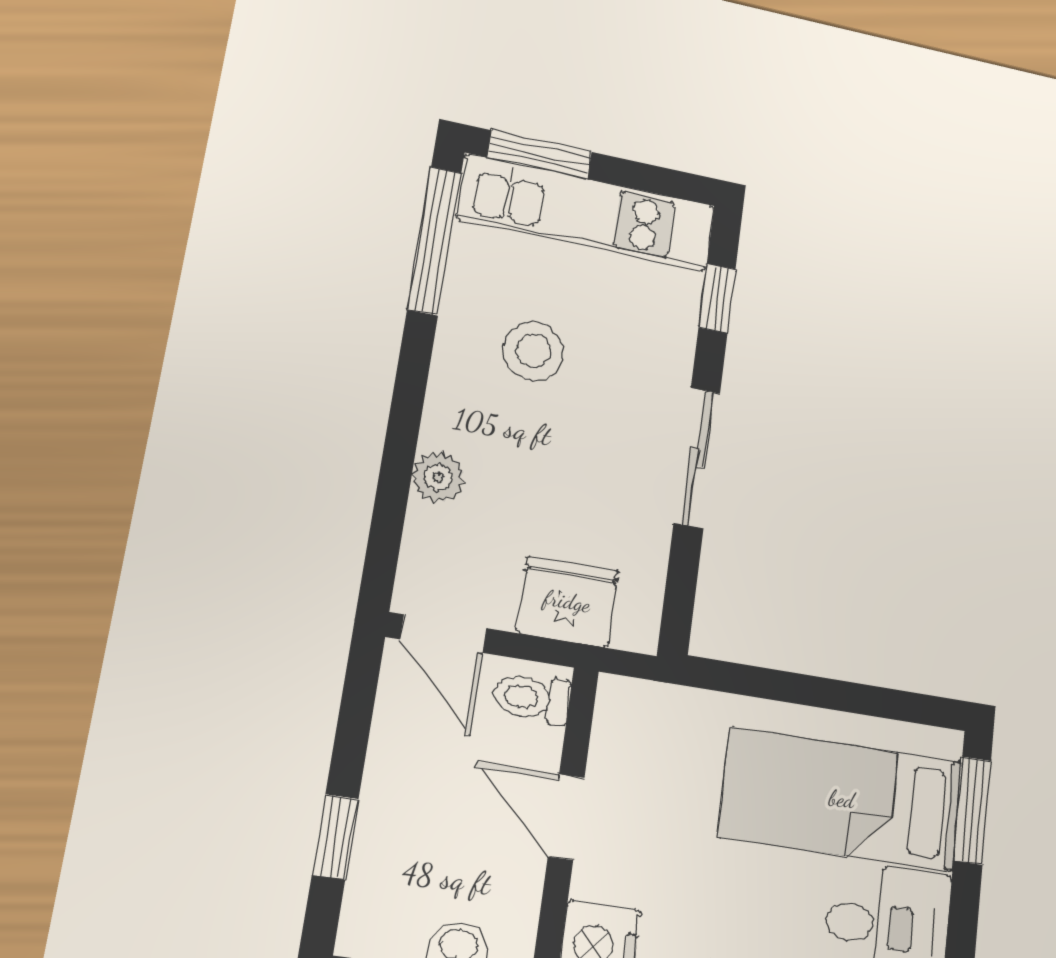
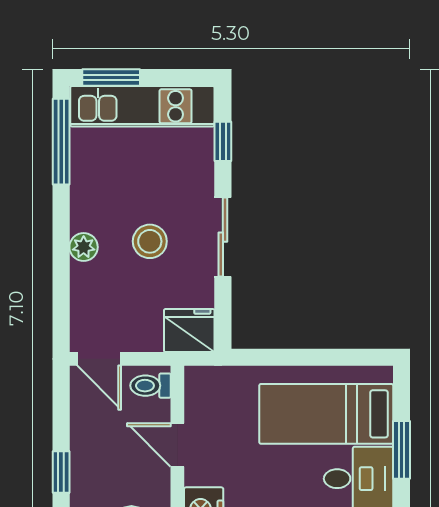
stool: (534, 351) -> (150, 241), moved
plant: (438, 477) -> (84, 247), moved
fridge: (567, 601) -> (189, 330), moved
window: (972, 810) -> (401, 450), moved

